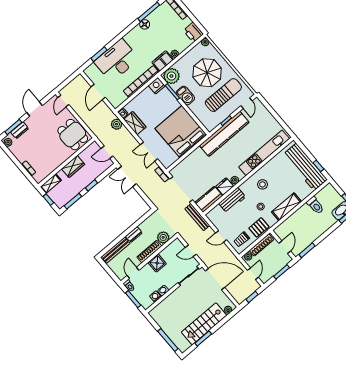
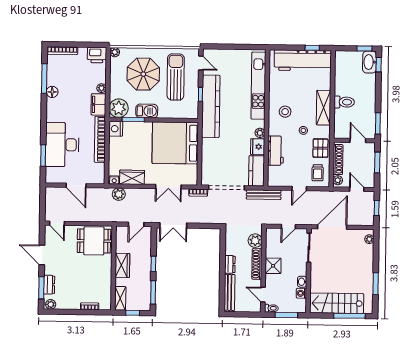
toilet: (315, 205) -> (344, 102), moved
stairs: (204, 324) -> (337, 303), moved, turned 90

